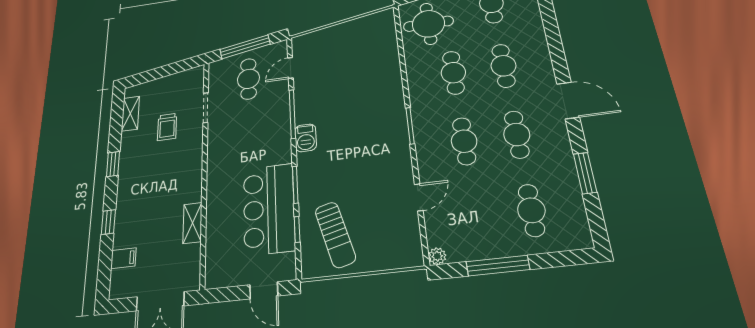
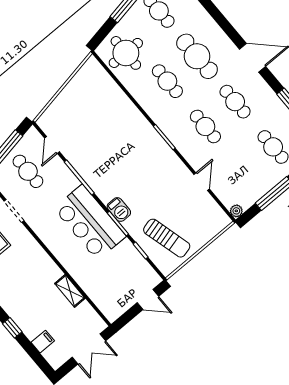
cafe table: (503, 66) -> (197, 56), width x1.37, depth x1.35
barbecue: (306, 138) -> (119, 209), moved
bar counter: (269, 209) -> (90, 222), moved

